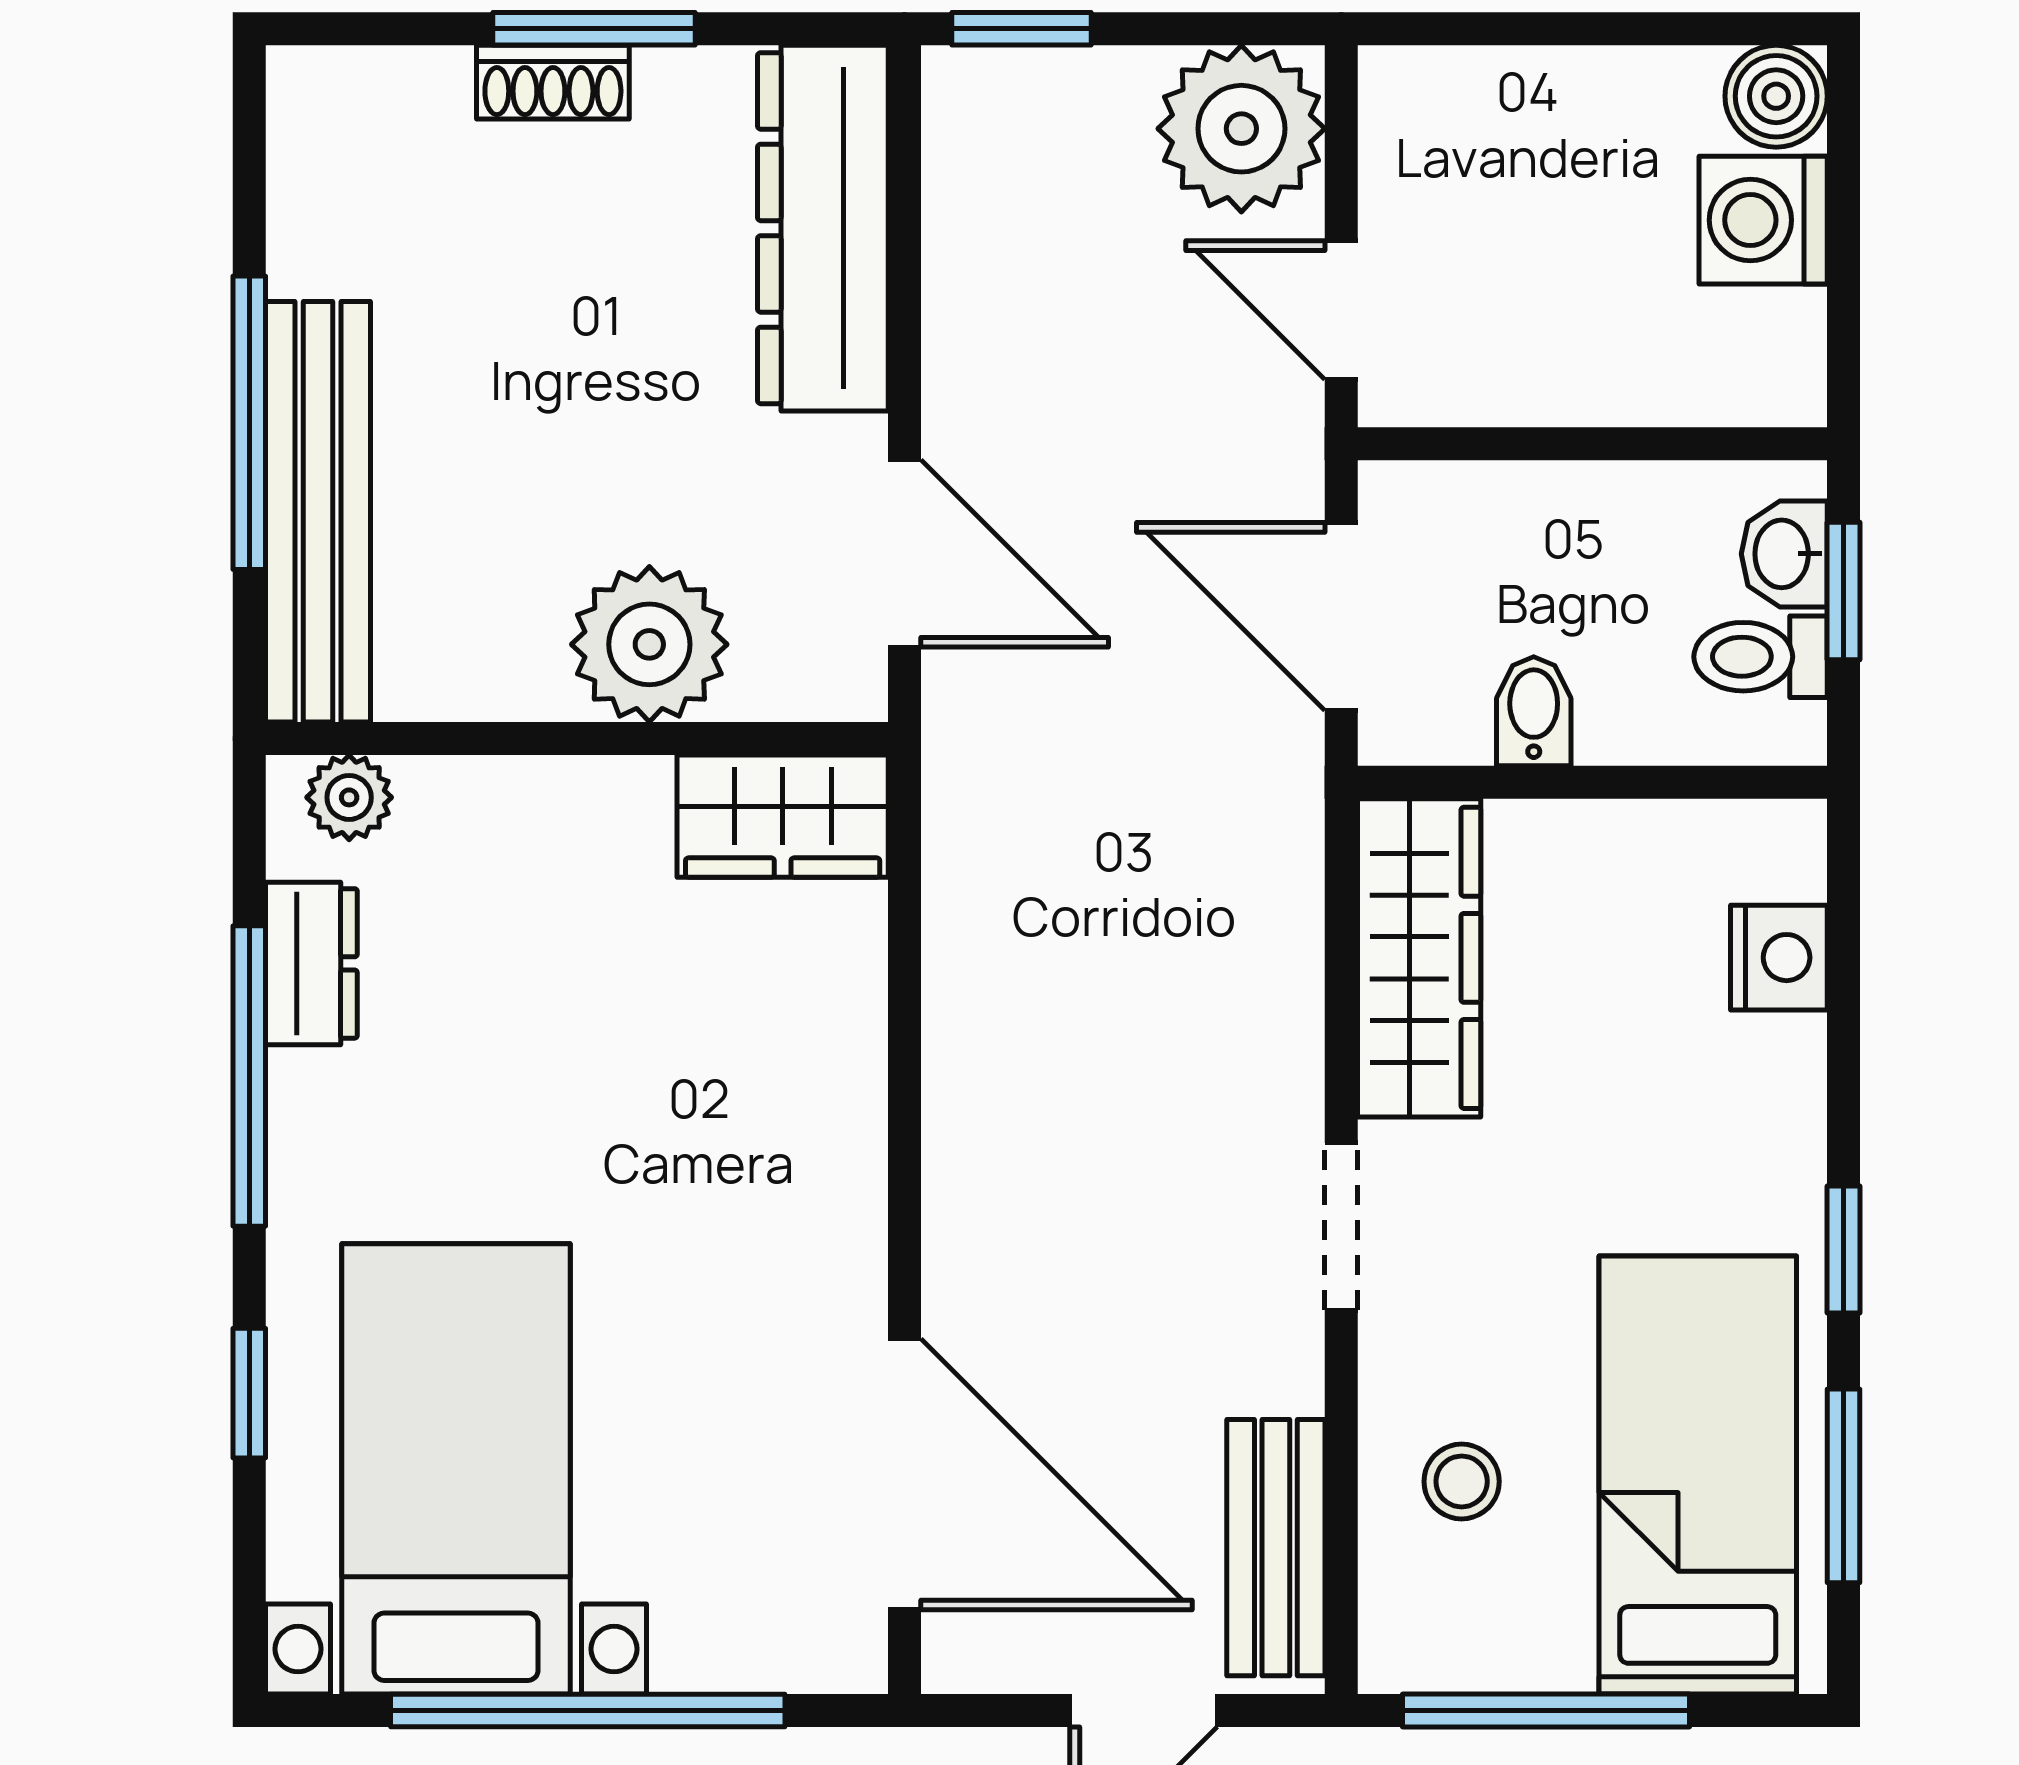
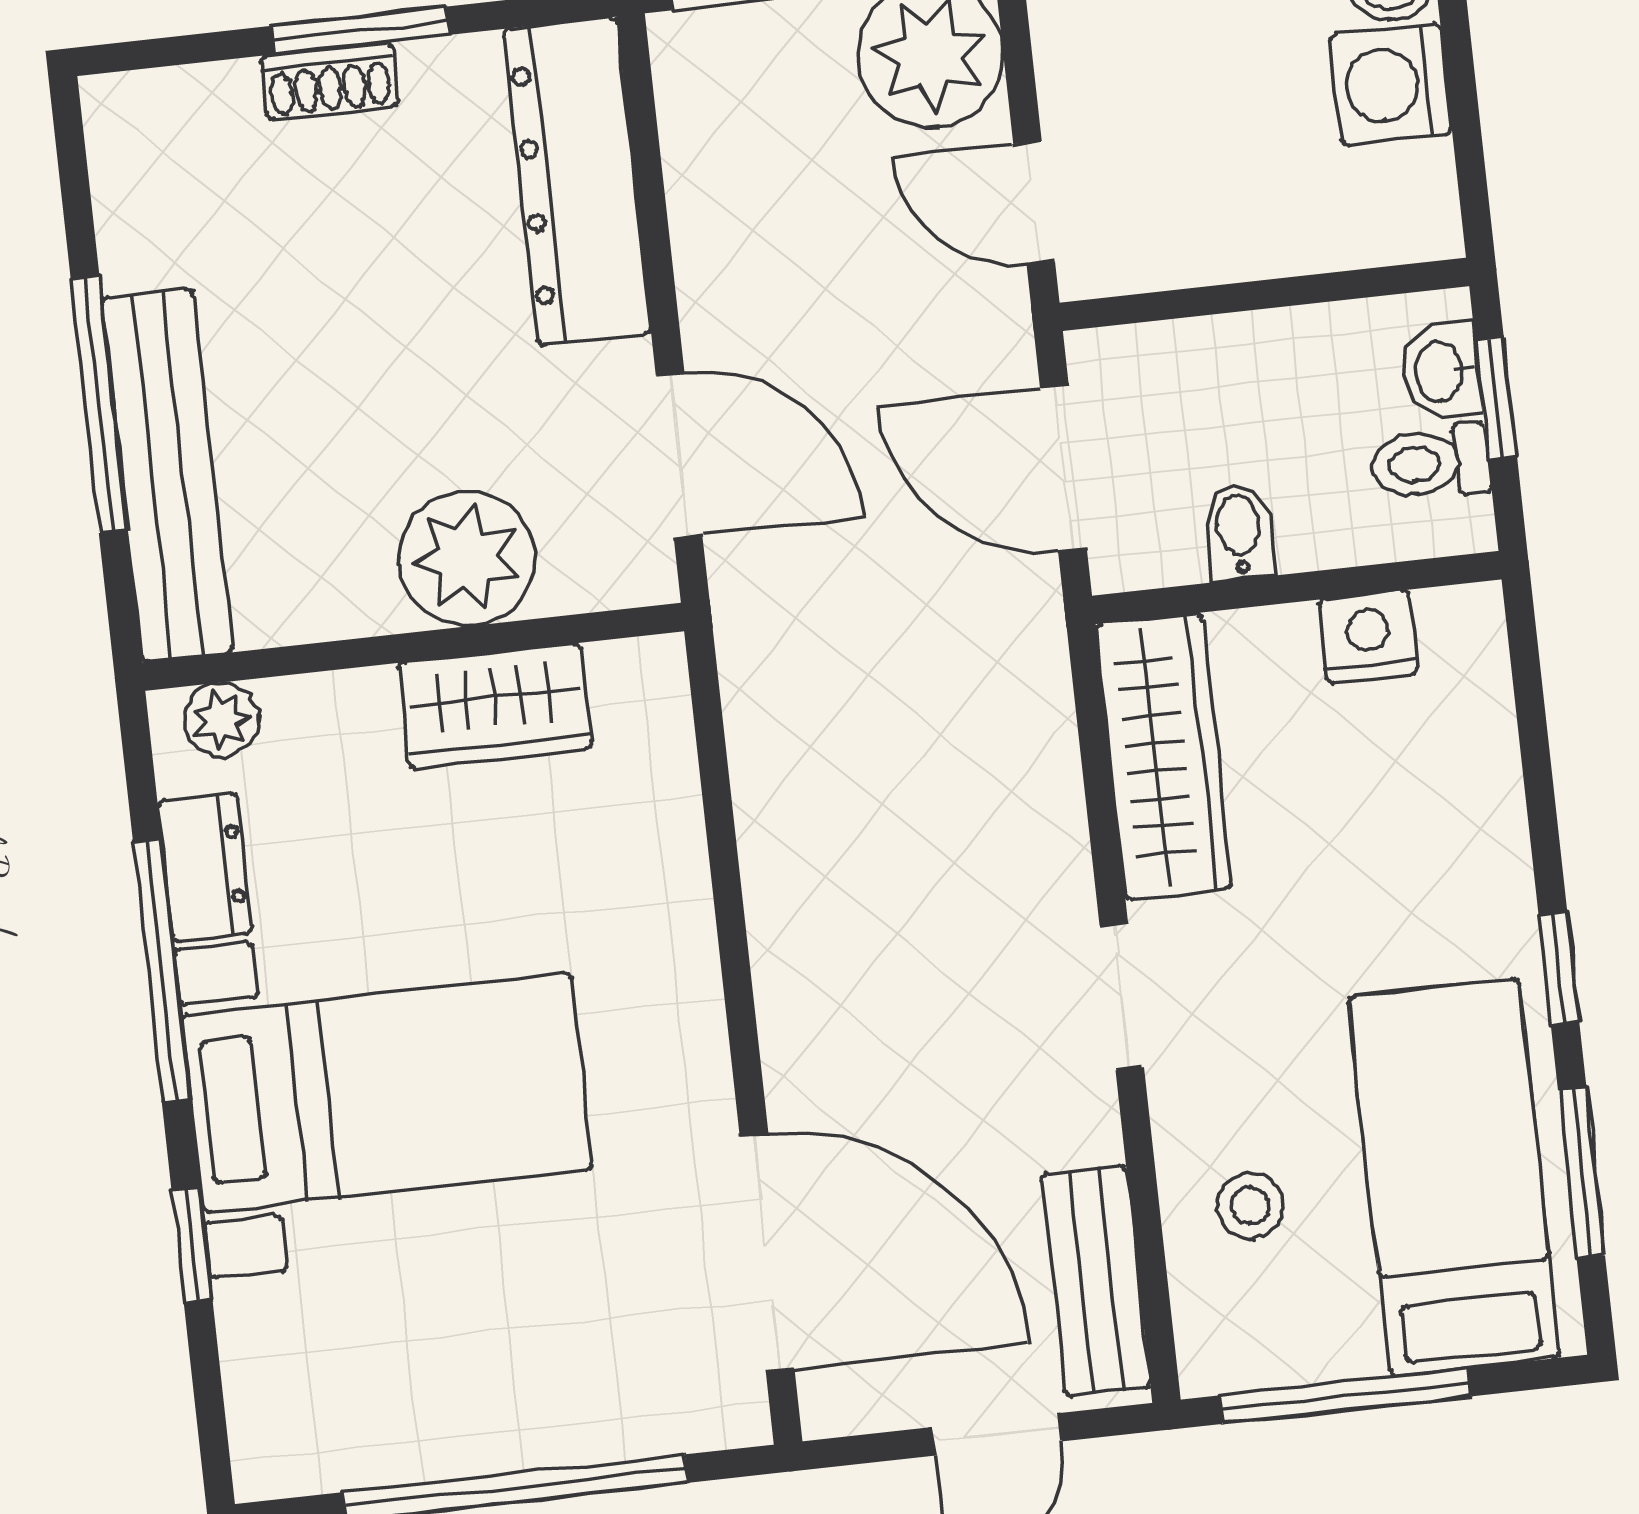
wardrobe: (783, 816) -> (495, 706), moved
nightstand: (1779, 958) -> (1368, 636), moved, turned -90
bed with nightstands: (456, 1469) -> (387, 1093), moved, turned 90

